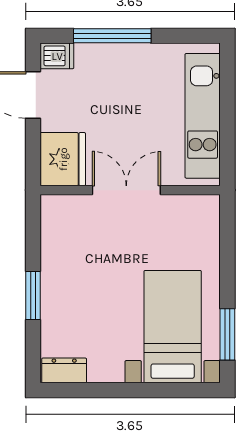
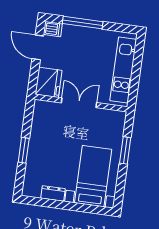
window: (227, 334) -> (125, 150), moved
dresser: (64, 370) -> (53, 193), moved

